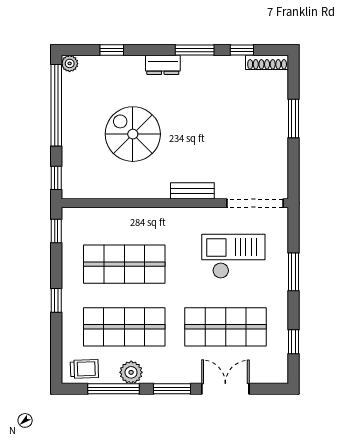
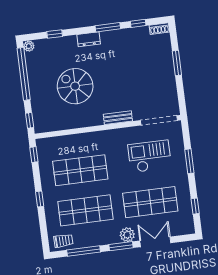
shoe rack: (267, 62) -> (159, 29), width x0.70
plant: (131, 372) -> (127, 235), moved

